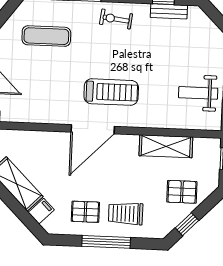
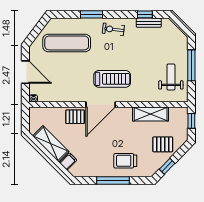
exercise mat: (46, 36) -> (67, 43), width x1.36, depth x1.45
weight bench: (198, 93) -> (171, 77), turned 90
pallet: (85, 212) -> (75, 117), moved

